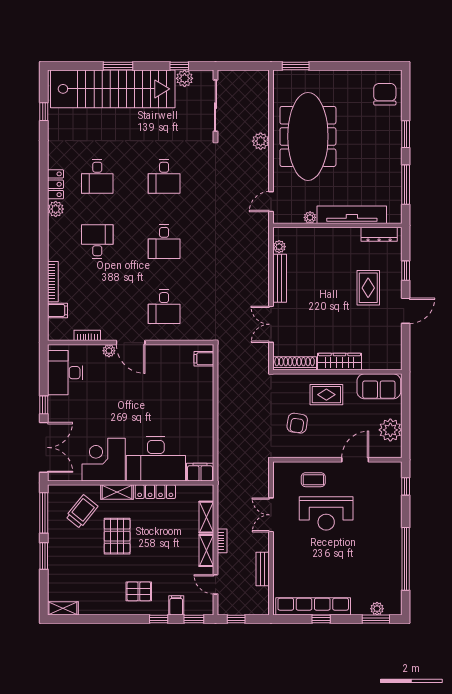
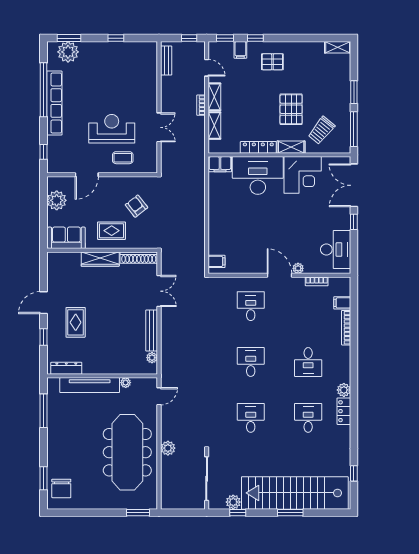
window: (406, 134) -> (43, 478), moved
armchair: (297, 423) -> (137, 206), turned -47
bench: (263, 569) -> (166, 61), moved
row of seats: (313, 606) -> (54, 103), moved, turned -90
plant: (377, 609) -> (68, 52), width x1.87, depth x1.87

